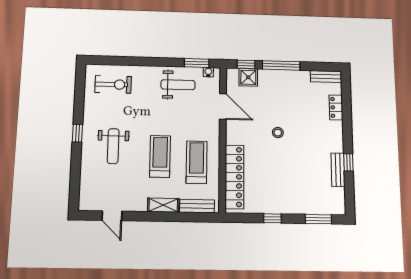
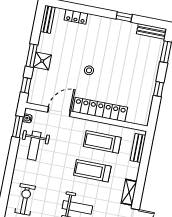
window: (281, 65) -> (32, 56), width x0.69
shower: (248, 77) -> (42, 61), moved
weight bench: (178, 85) -> (34, 146), turned 180
bench: (338, 170) -> (151, 31), moved
locker: (234, 177) -> (100, 110), moved
shelving: (163, 205) -> (129, 192), moved

